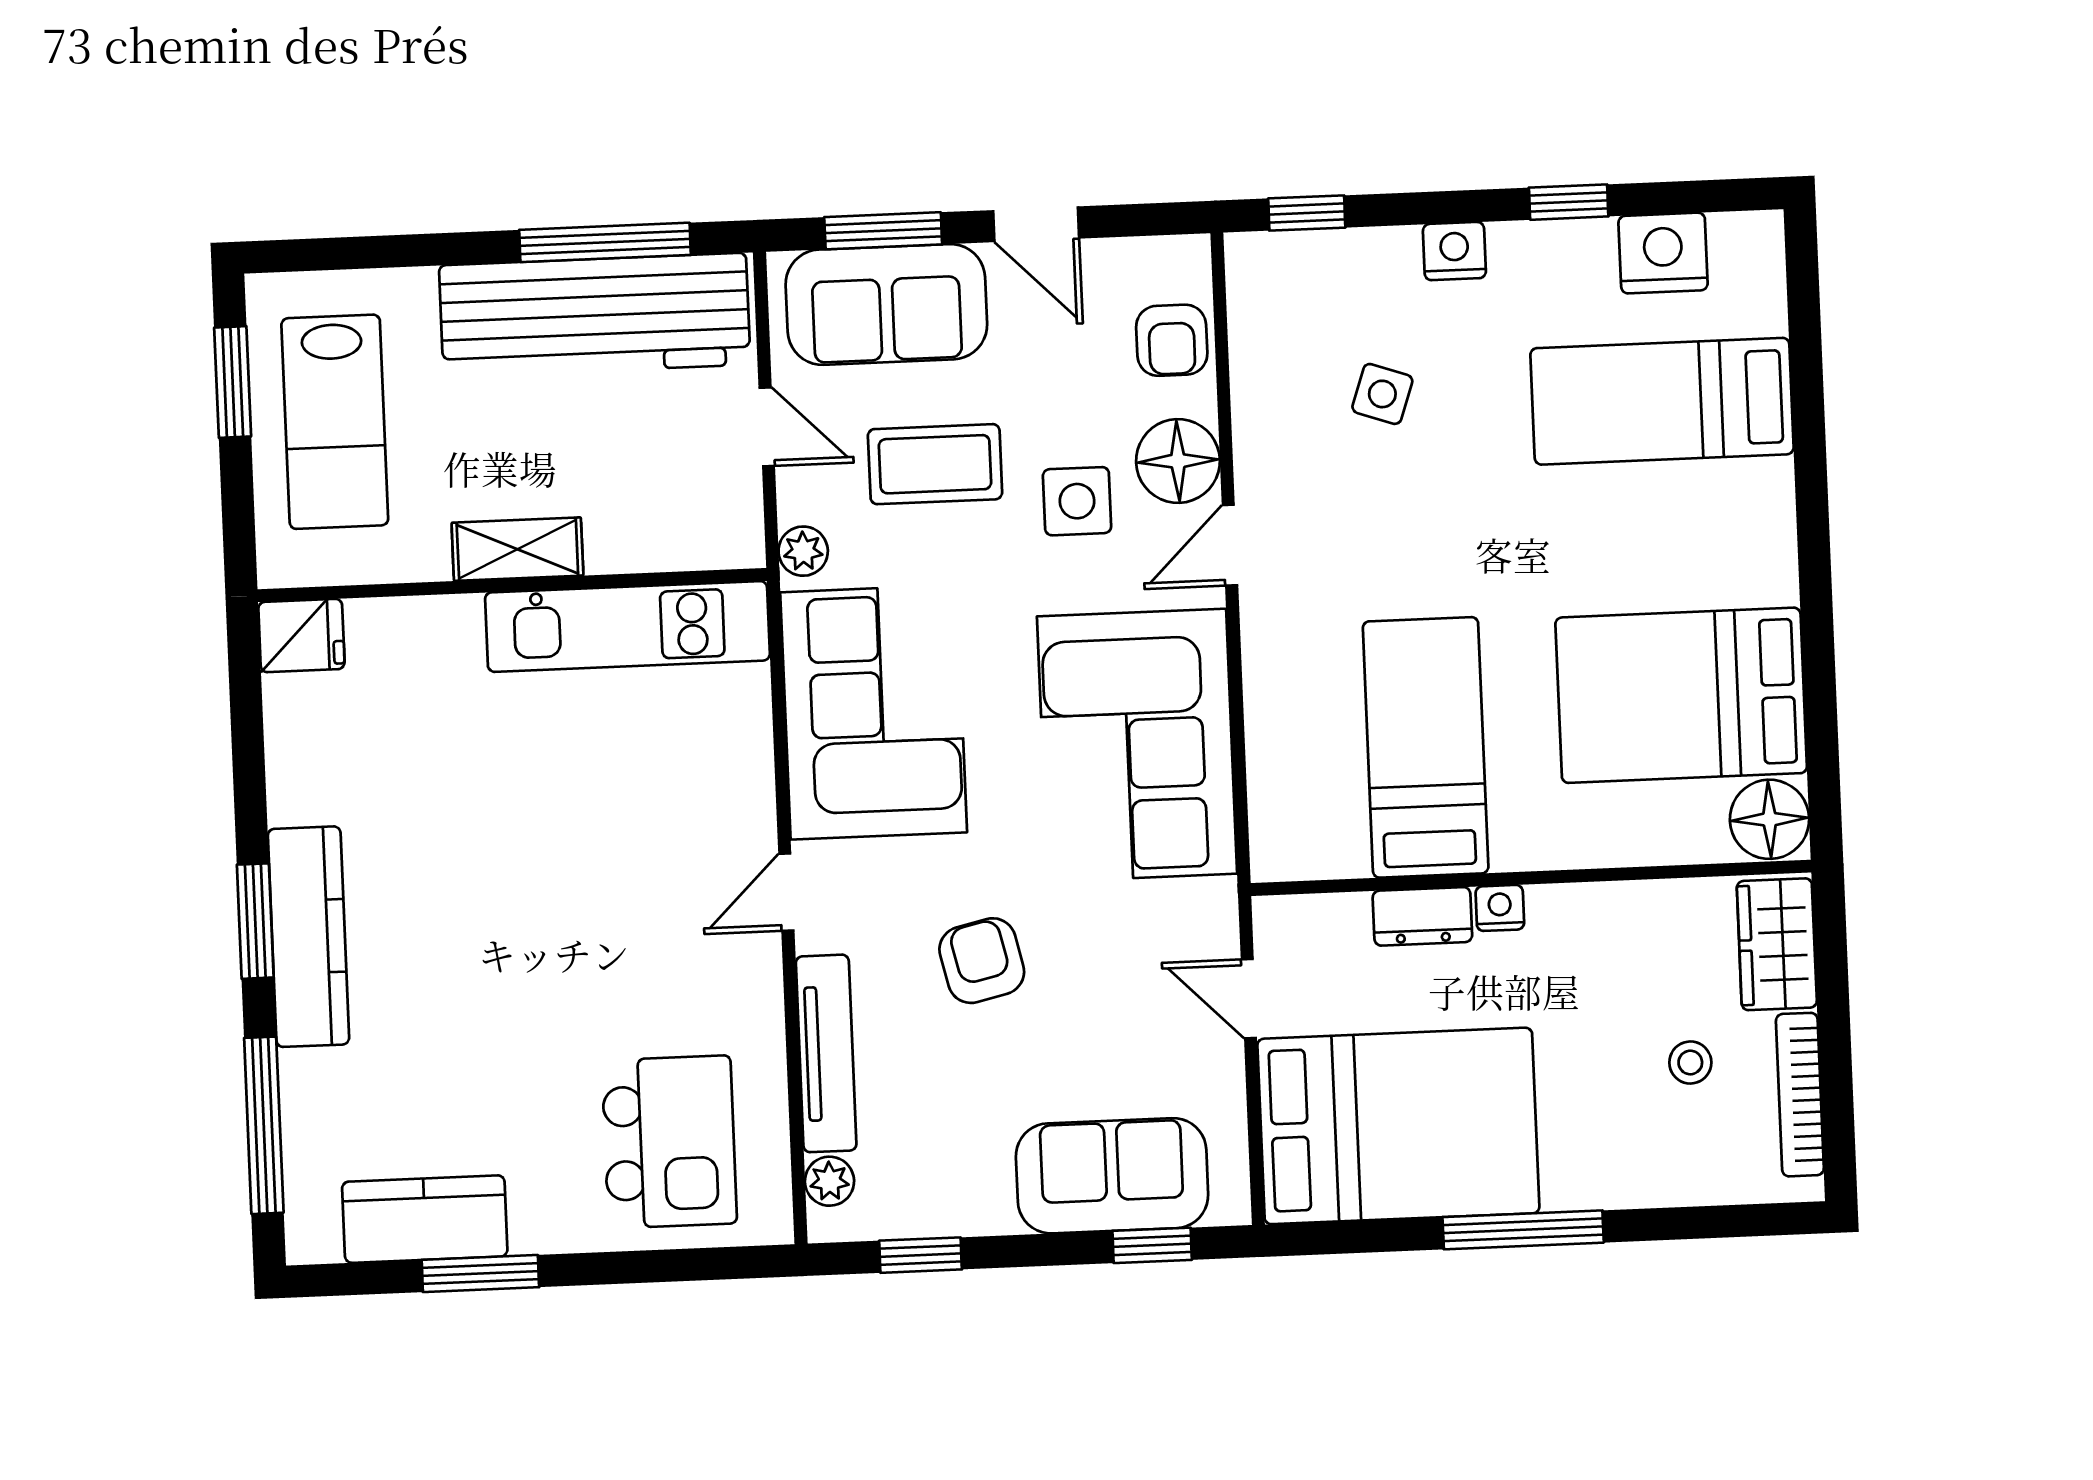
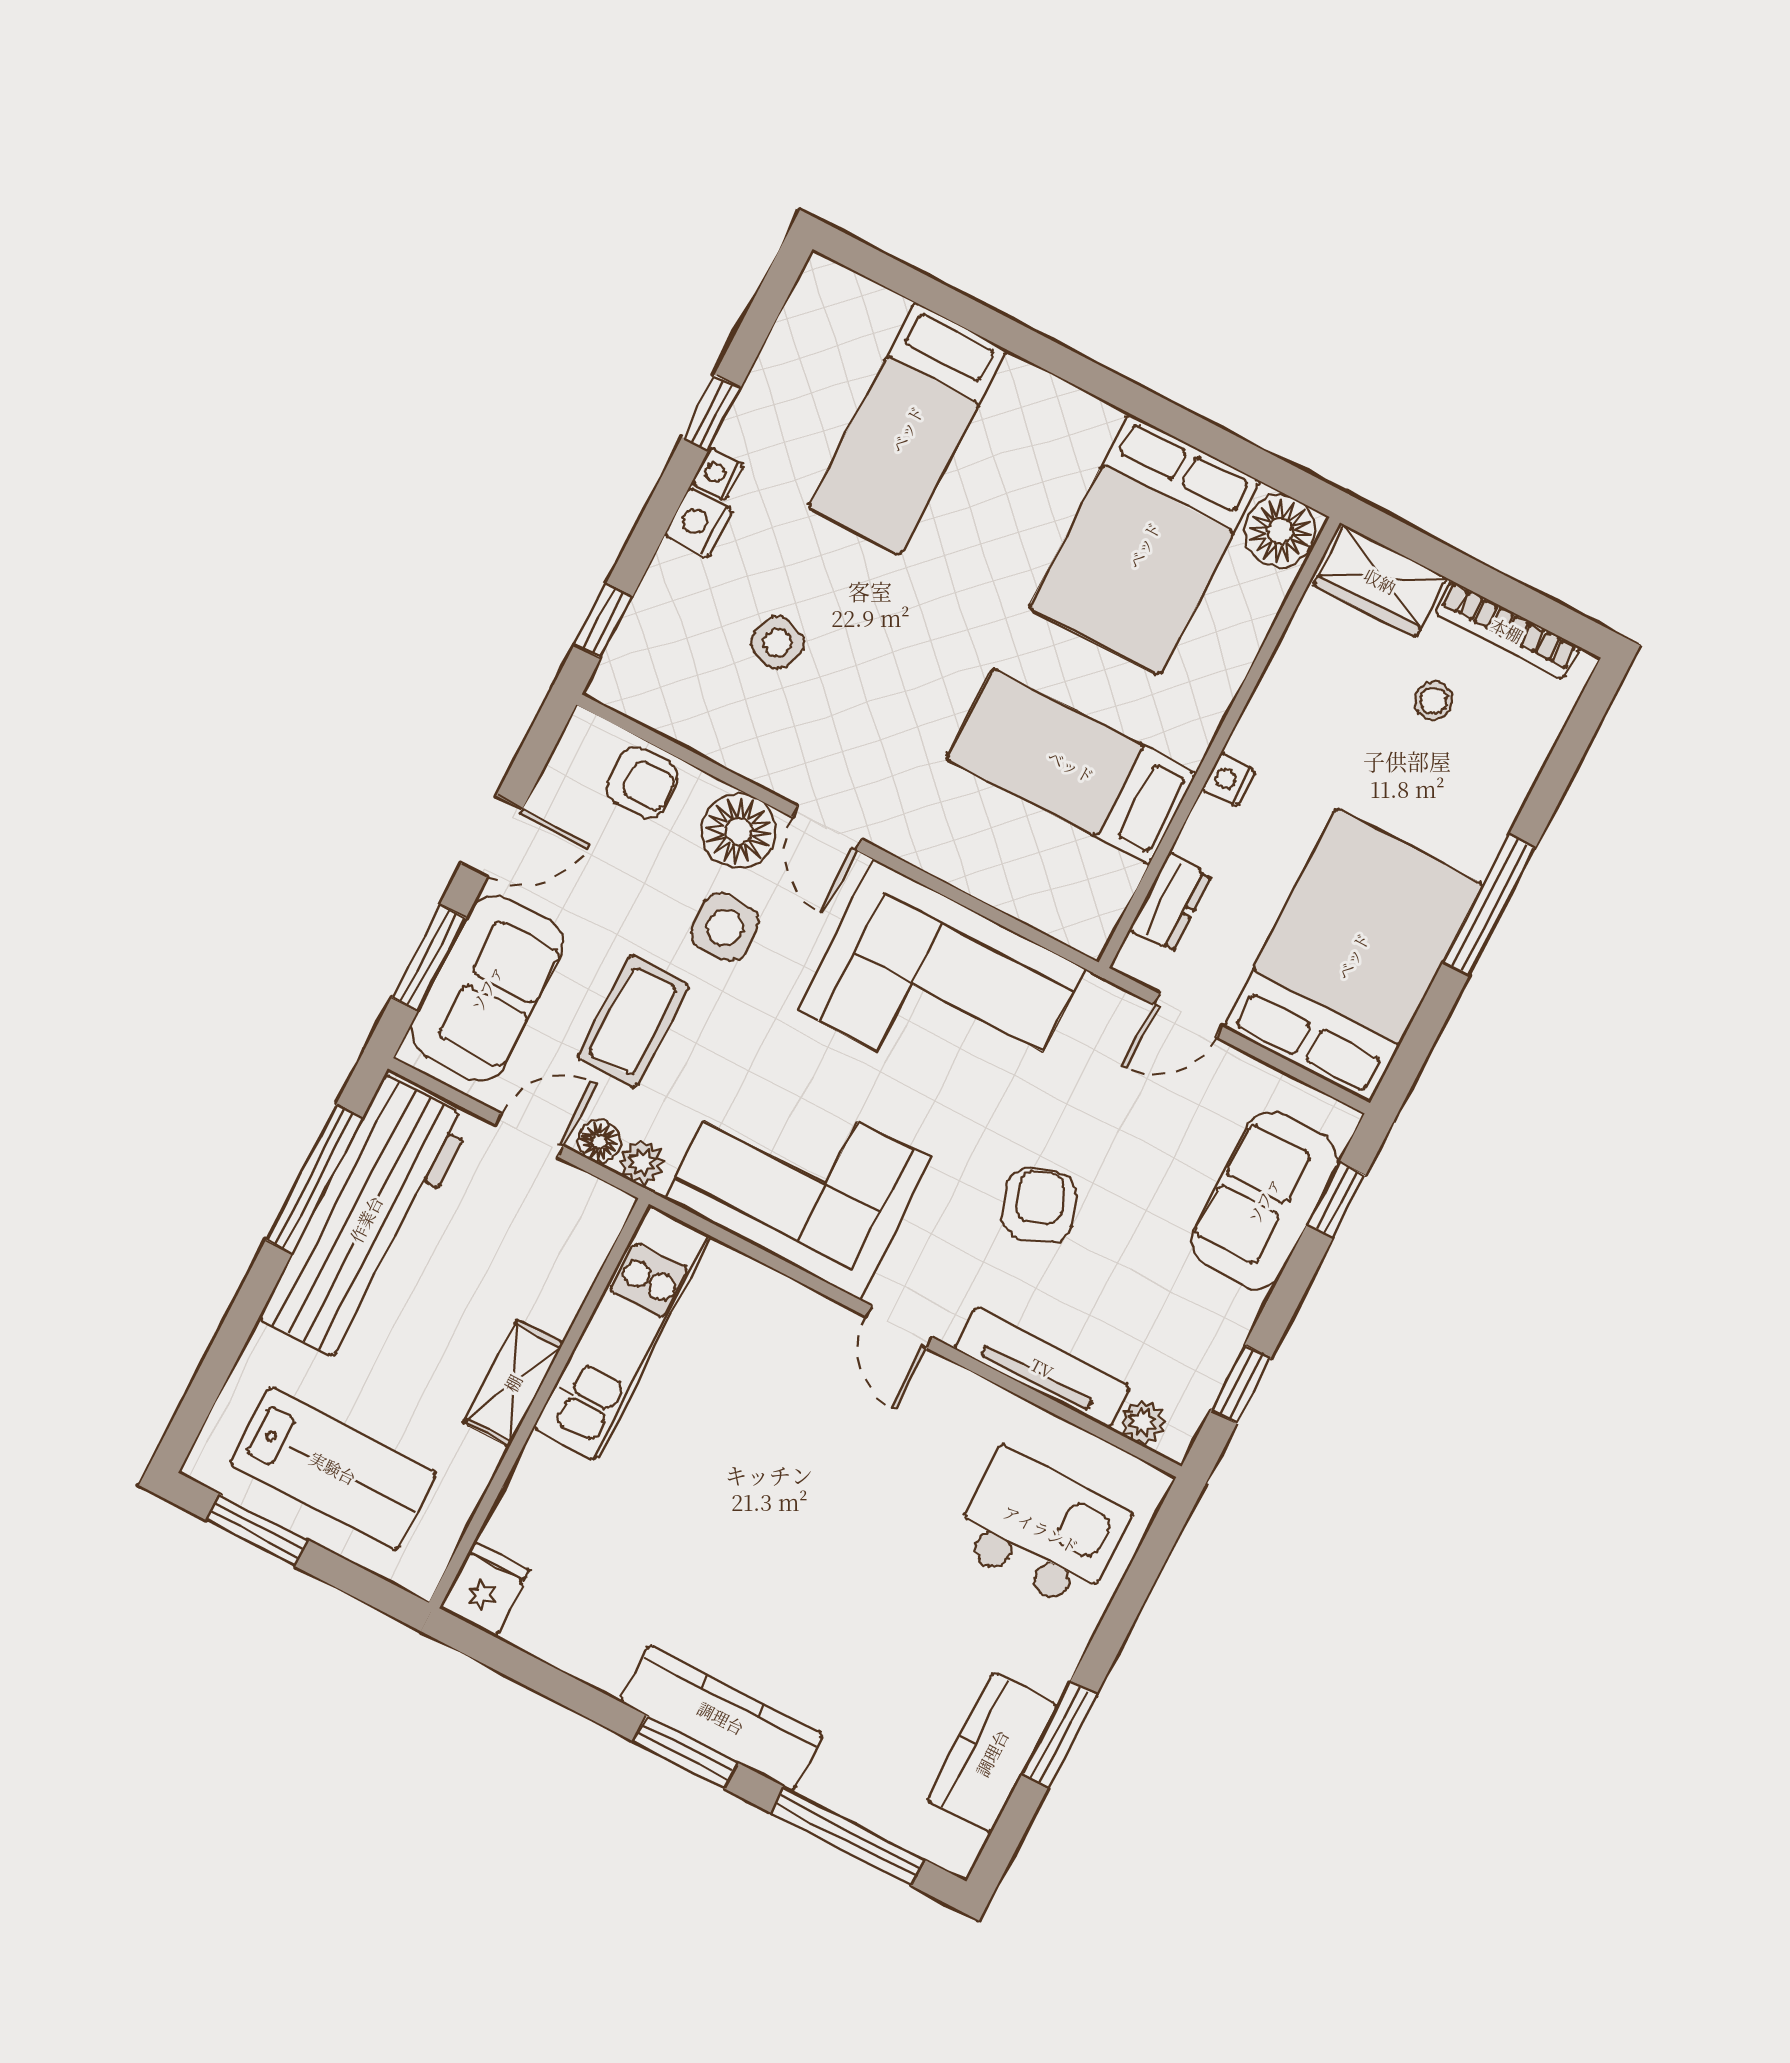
nightstand: (1663, 253) -> (718, 474), moved, width x0.53, depth x0.56
floor lamp: (800, 498) -> (599, 1141), added
dresser: (1422, 916) -> (1170, 903), moved
armchair: (982, 961) -> (1039, 1206), turned 82

